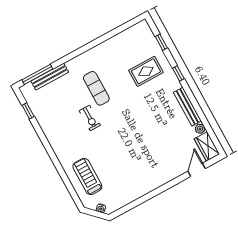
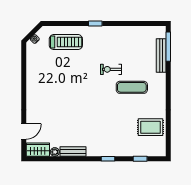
rug: (146, 71) -> (151, 127), moved, turned 90
bench: (187, 107) -> (73, 152), width x0.73
window: (28, 111) -> (95, 23), moved
door: (197, 170) -> (24, 131), hinge flipped

